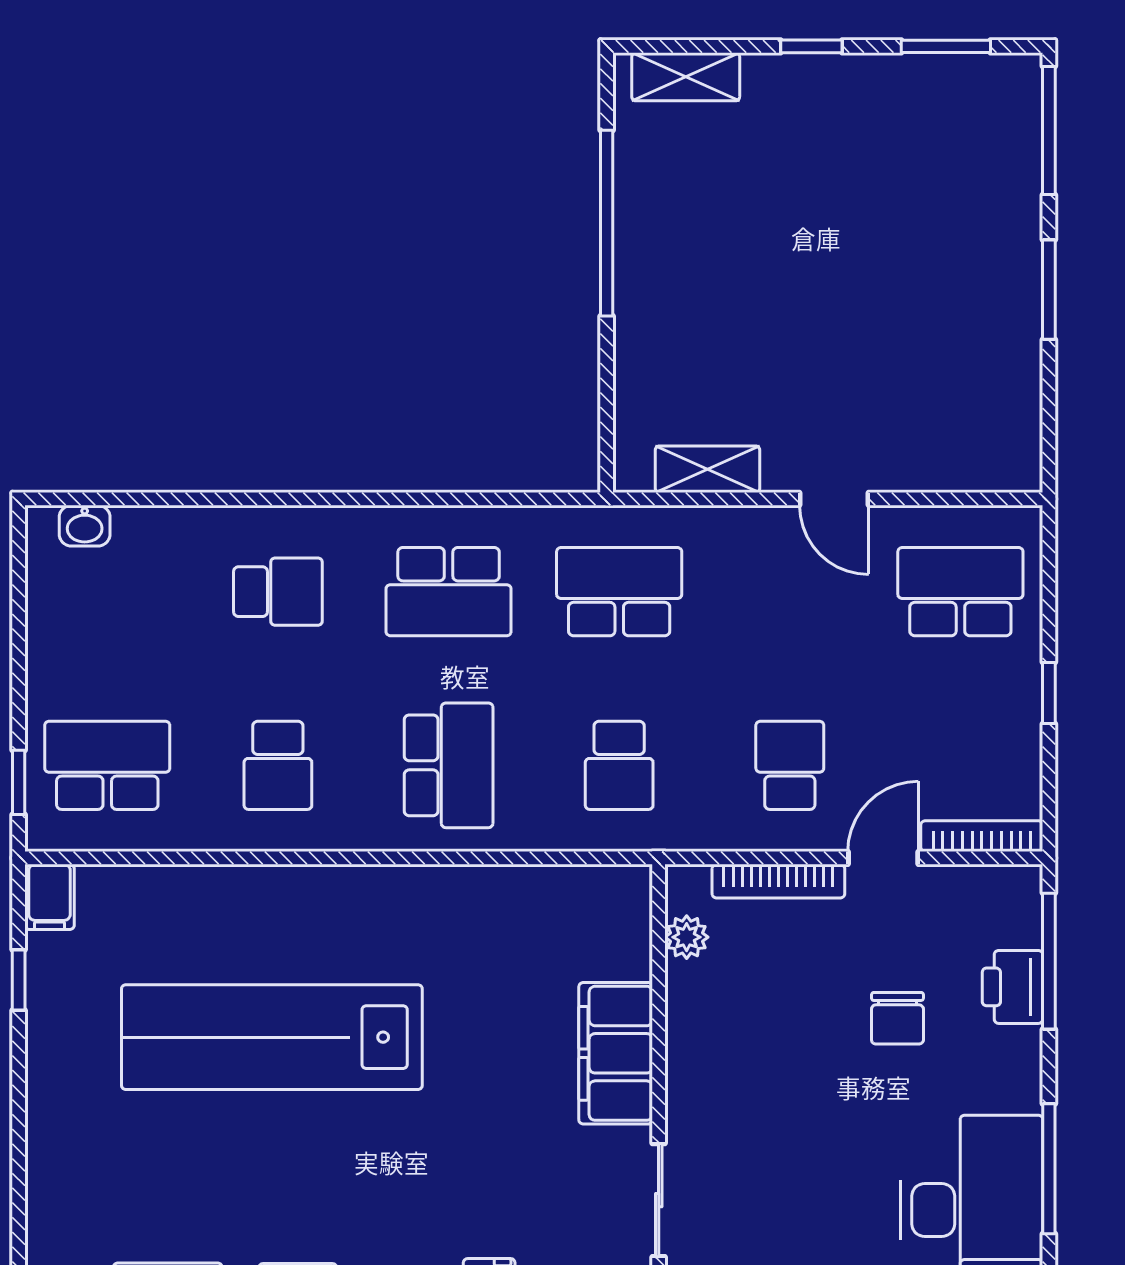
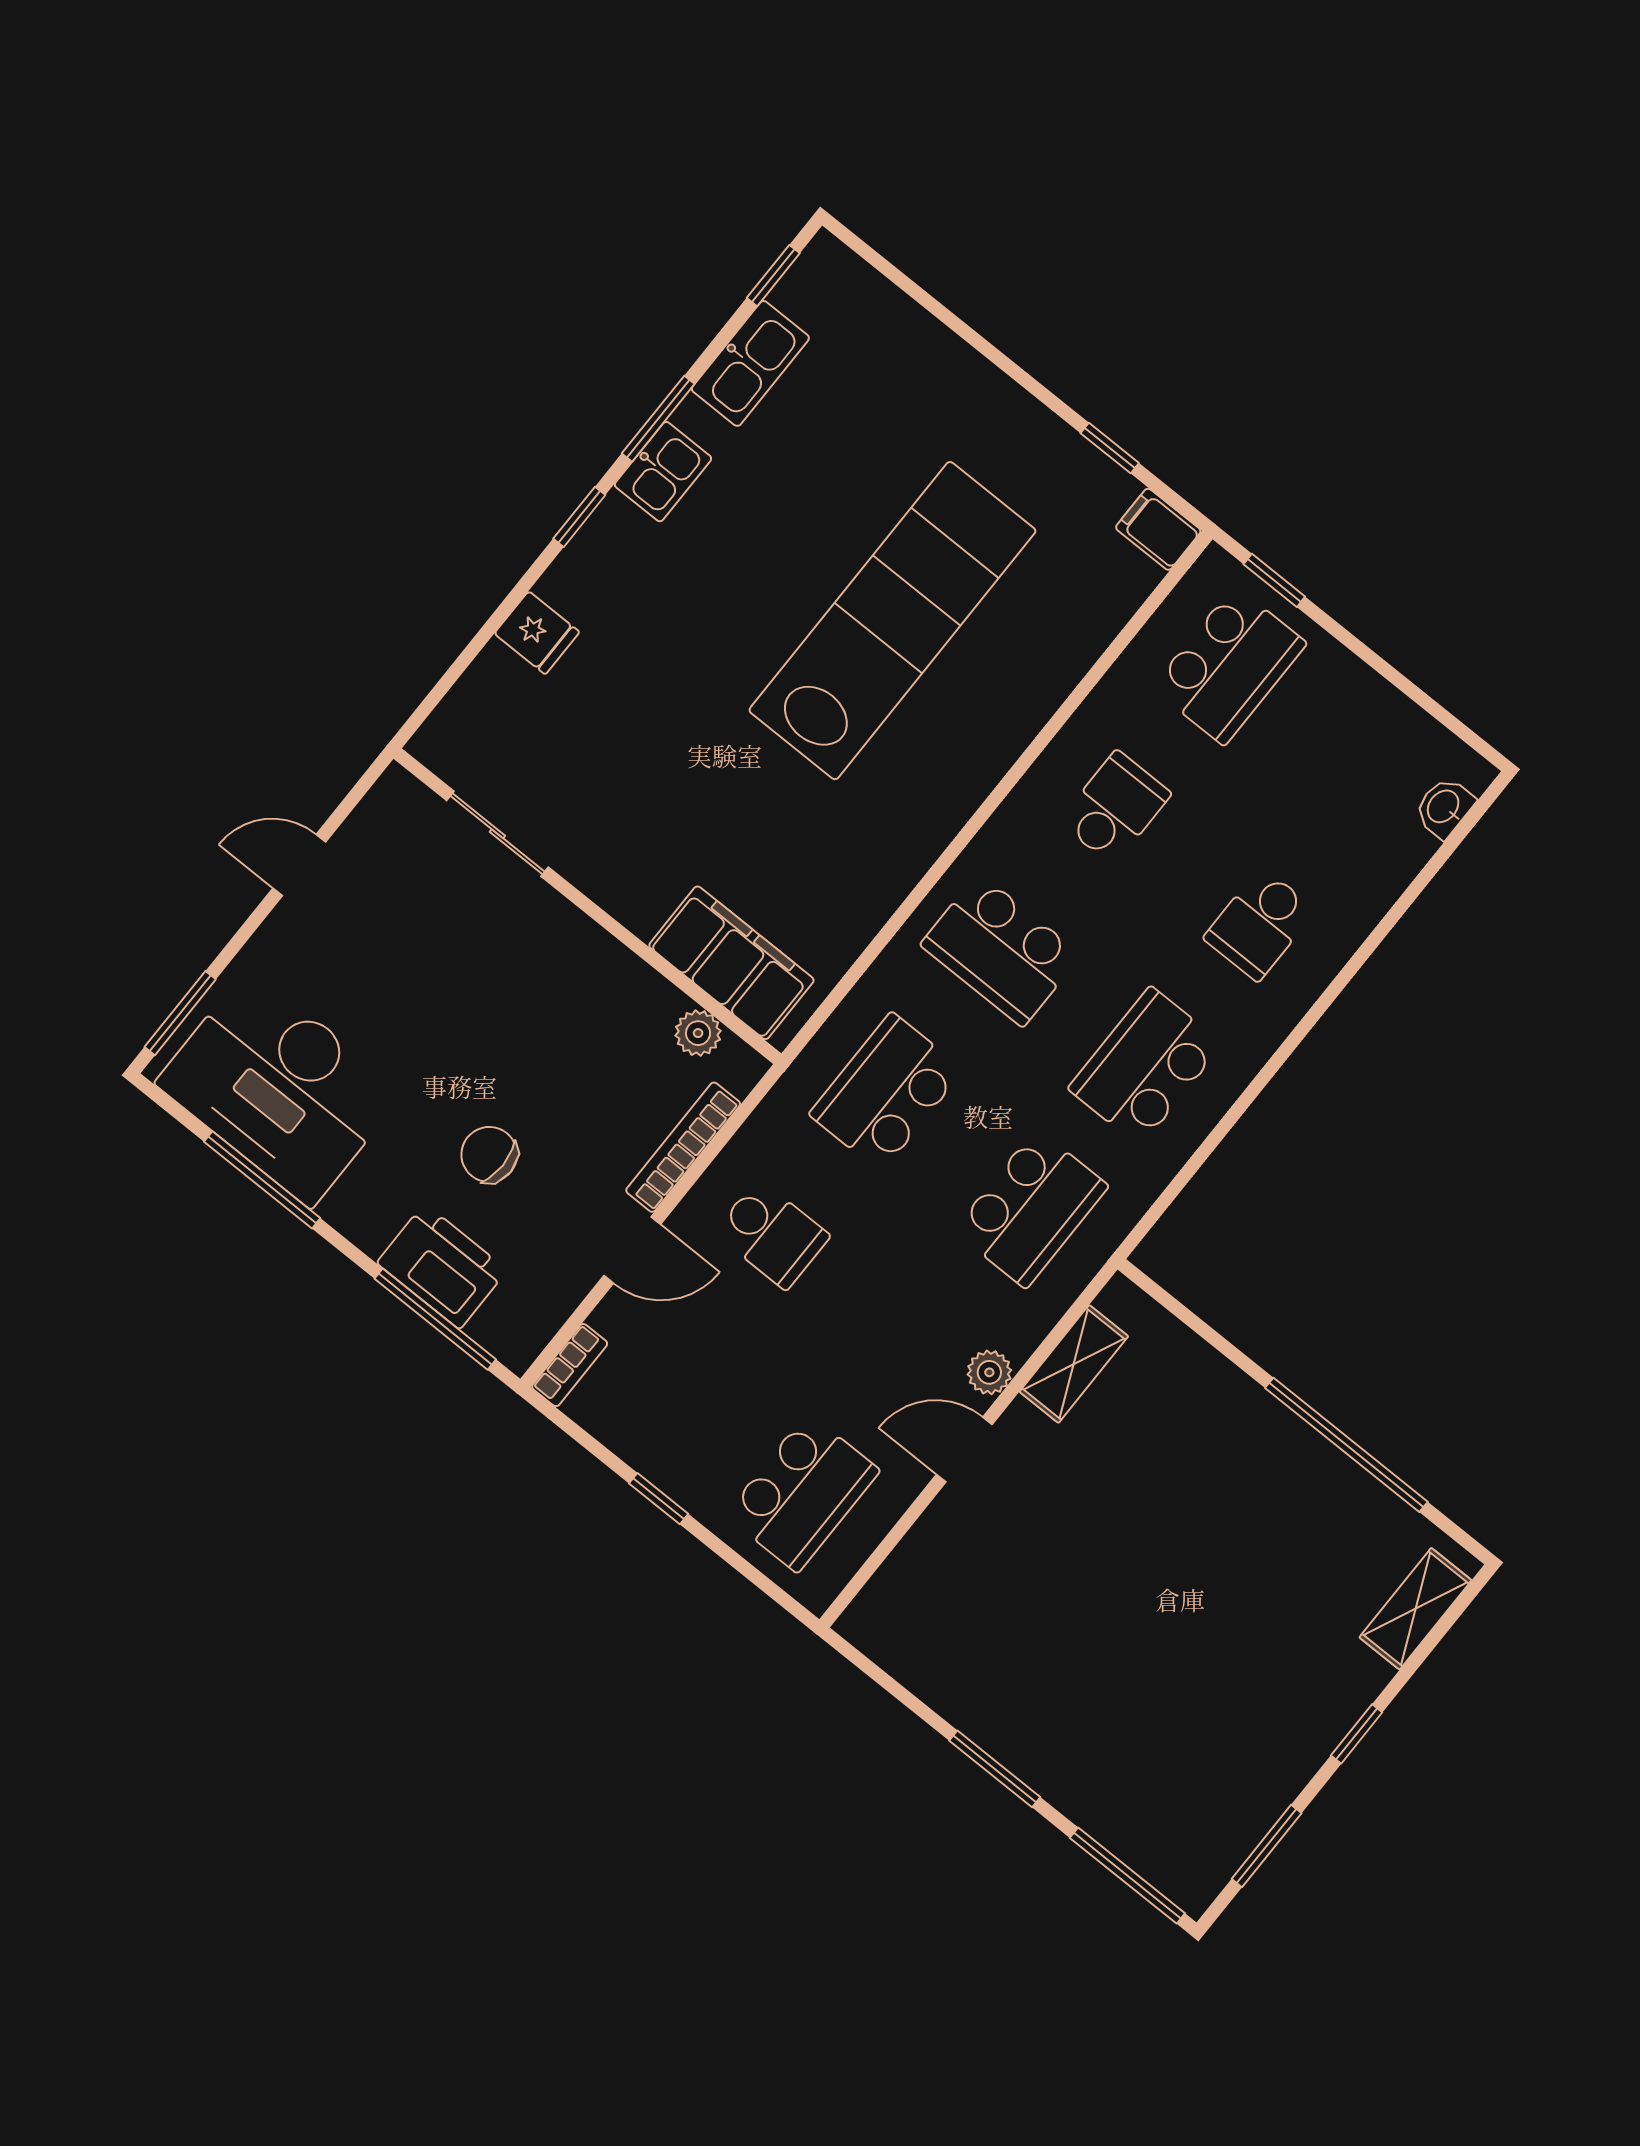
plant: (763, 526) -> (989, 1372), added
school desk: (278, 765) -> (1115, 808), turned 90
school desk: (619, 765) -> (886, 1092), width x1.85
bookcase: (982, 836) -> (570, 1365), width x0.64
door: (883, 858) -> (632, 1250), hinge flipped
printer: (1013, 987) -> (442, 1266), width x1.37, depth x1.19
filing cabinet: (616, 1053) -> (731, 963), moved

